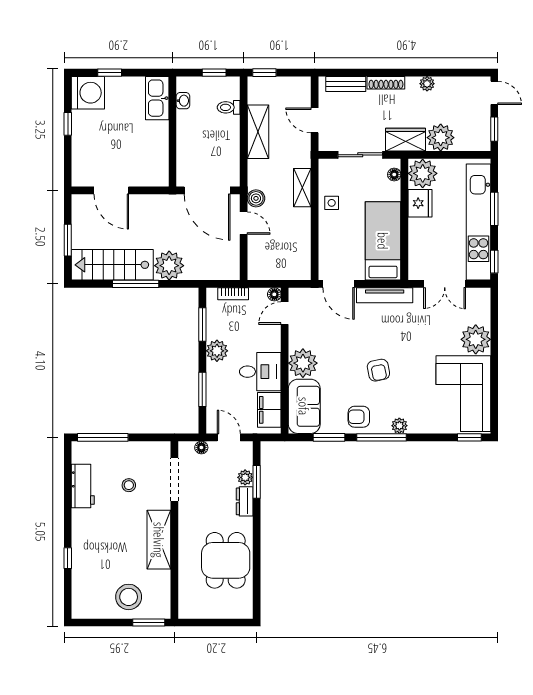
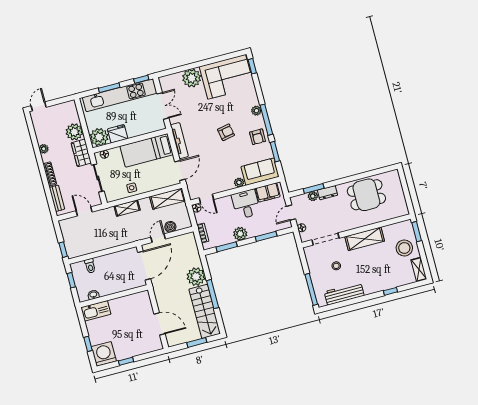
door: (315, 120) -> (84, 211), swing flipped
window: (494, 129) -> (61, 101), removed
shelving: (258, 132) -> (167, 199), moved
door: (111, 190) -> (160, 324), hinge flipped
boiler: (256, 198) -> (170, 227), moved
plant: (303, 363) -> (239, 182), width x0.53, depth x0.53
workbench: (83, 486) -> (344, 294), width x1.38
shelving: (90, 611) -> (419, 269), added

